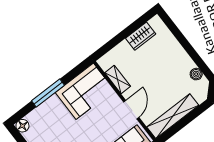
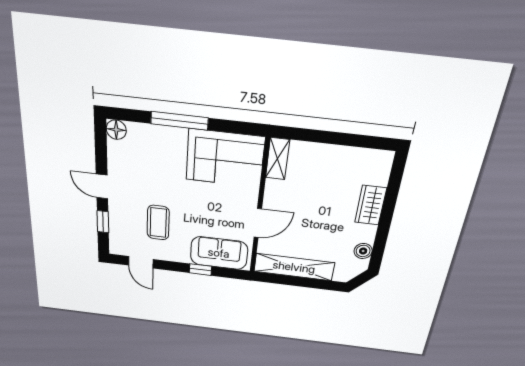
wardrobe: (141, 36) -> (371, 205), moved, turned 90
shelving: (118, 80) -> (278, 159), moved

